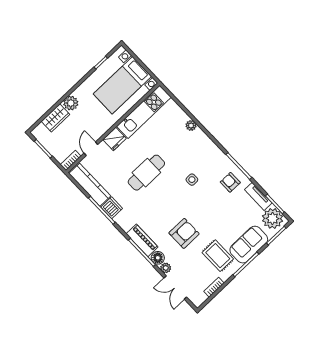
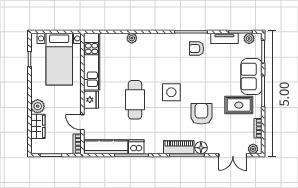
side table: (192, 180) -> (171, 92), moved, width x1.87, depth x1.87
plant: (273, 218) -> (249, 39), width x0.53, depth x0.53
plant: (166, 268) -> (253, 149), moved

